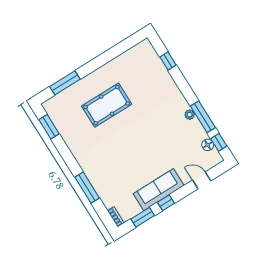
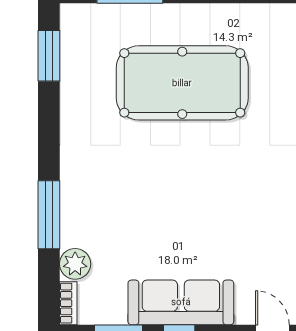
pool table: (107, 105) -> (182, 83), width x1.36, depth x1.32
plant: (109, 200) -> (75, 264), added

